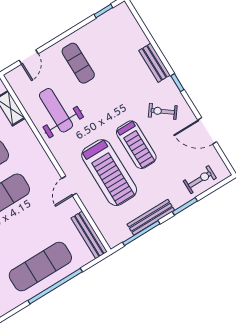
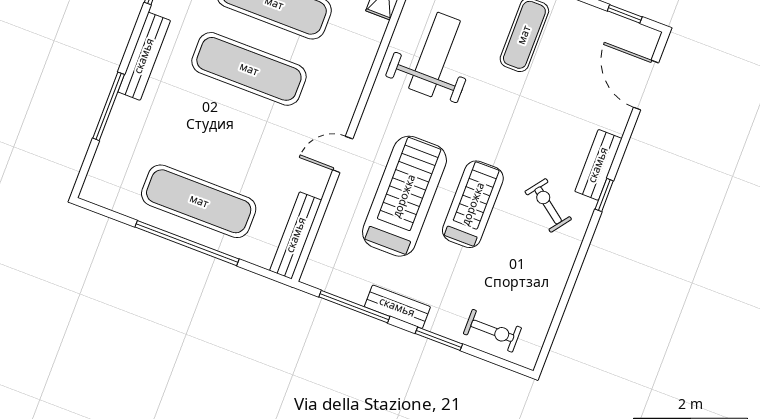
bench: (155, 63) -> (598, 165), moved
door: (207, 131) -> (646, 85), moved
treadmill: (136, 145) -> (473, 204), turned 180
treadmill: (109, 173) -> (404, 196), turned 180
bench: (151, 217) -> (397, 307), width x0.73

